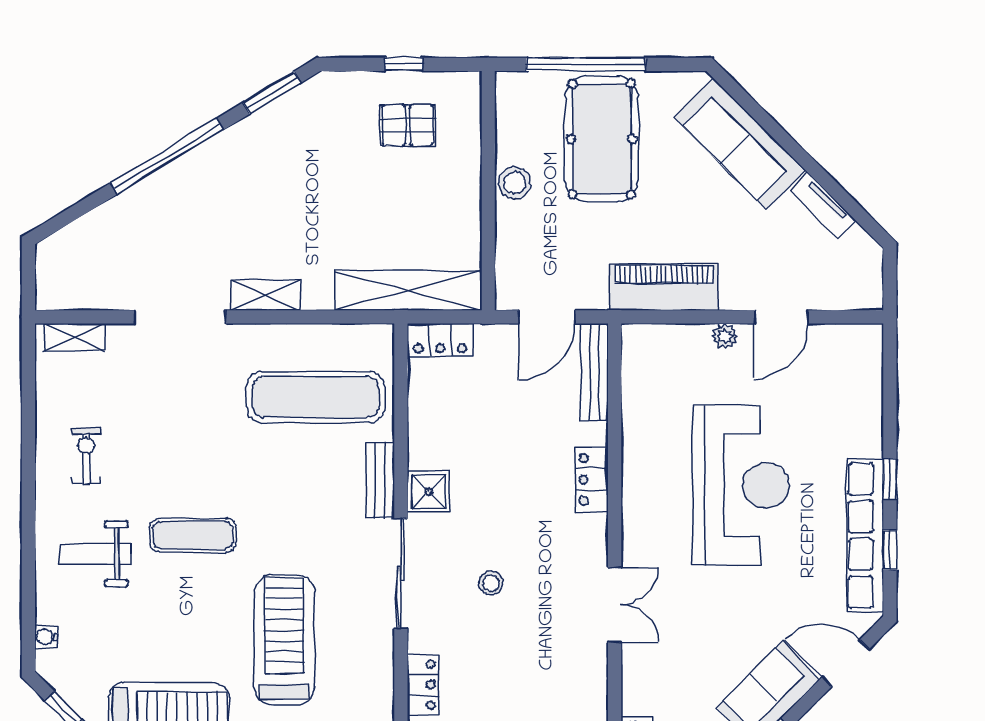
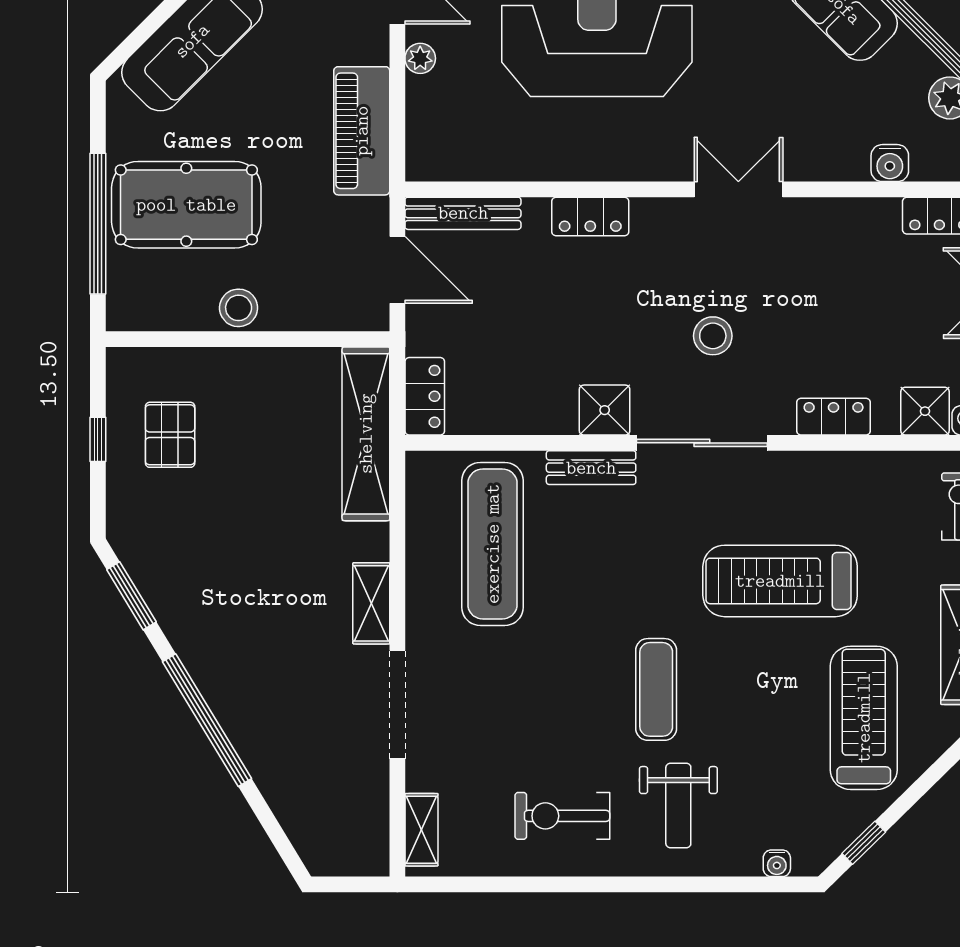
exercise bike: (86, 456) -> (562, 816), width x1.38, depth x1.39
stool: (491, 583) -> (713, 336), width x1.37, depth x1.37

